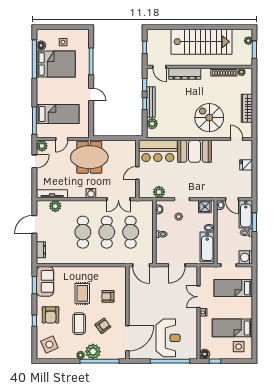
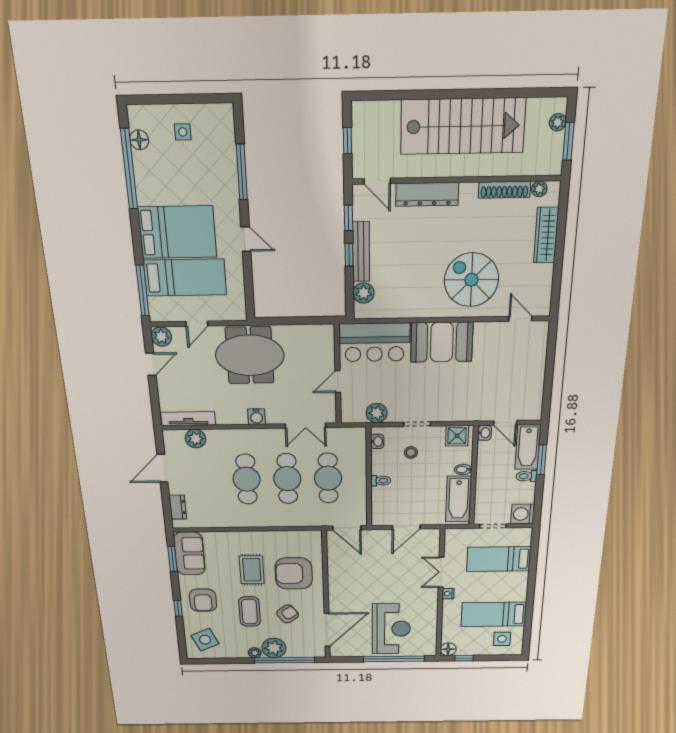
bed: (56, 64) -> (177, 232), moved
wardrobe: (247, 108) -> (546, 235), moved
fridge: (246, 165) -> (535, 365), removed
armchair: (108, 296) -> (294, 573), width x1.88, depth x1.88

